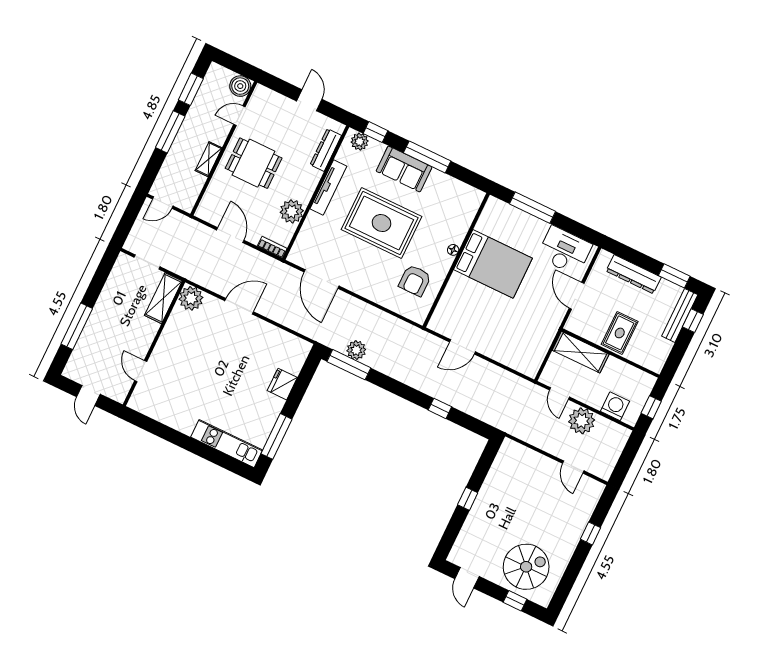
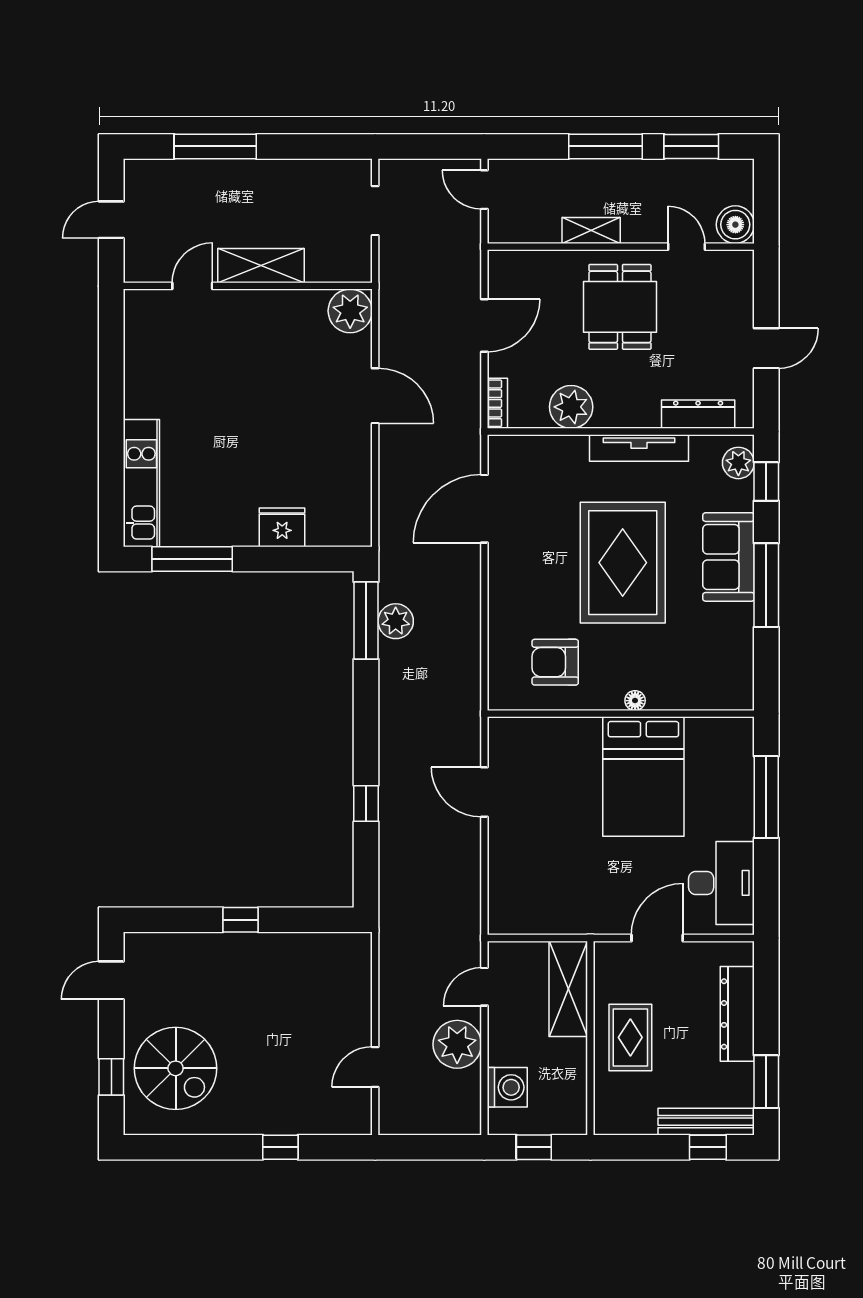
shelving: (163, 298) -> (261, 266), moved
rug: (620, 333) -> (630, 1037), turned 90

